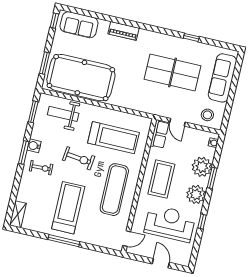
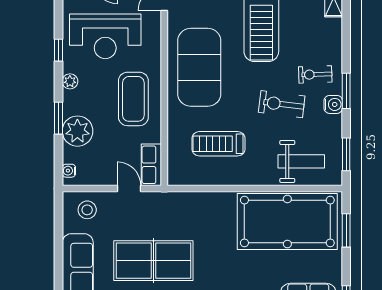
treadmill: (113, 138) -> (218, 144), width x0.73, depth x0.73
exercise bike: (79, 158) -> (282, 104), moved
exercise mat: (114, 190) -> (199, 67), width x1.47
plant: (196, 194) -> (70, 81), width x0.53, depth x0.53

